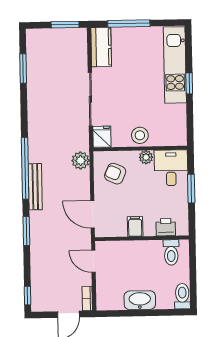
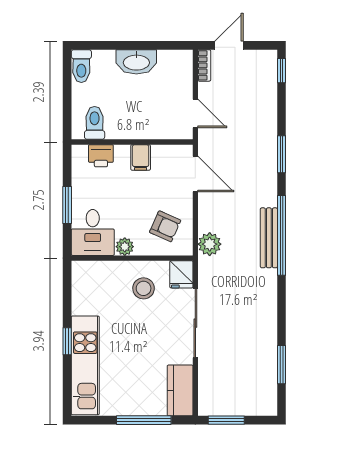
stool: (140, 135) -> (144, 288), moved
bench: (35, 187) -> (269, 238), moved

